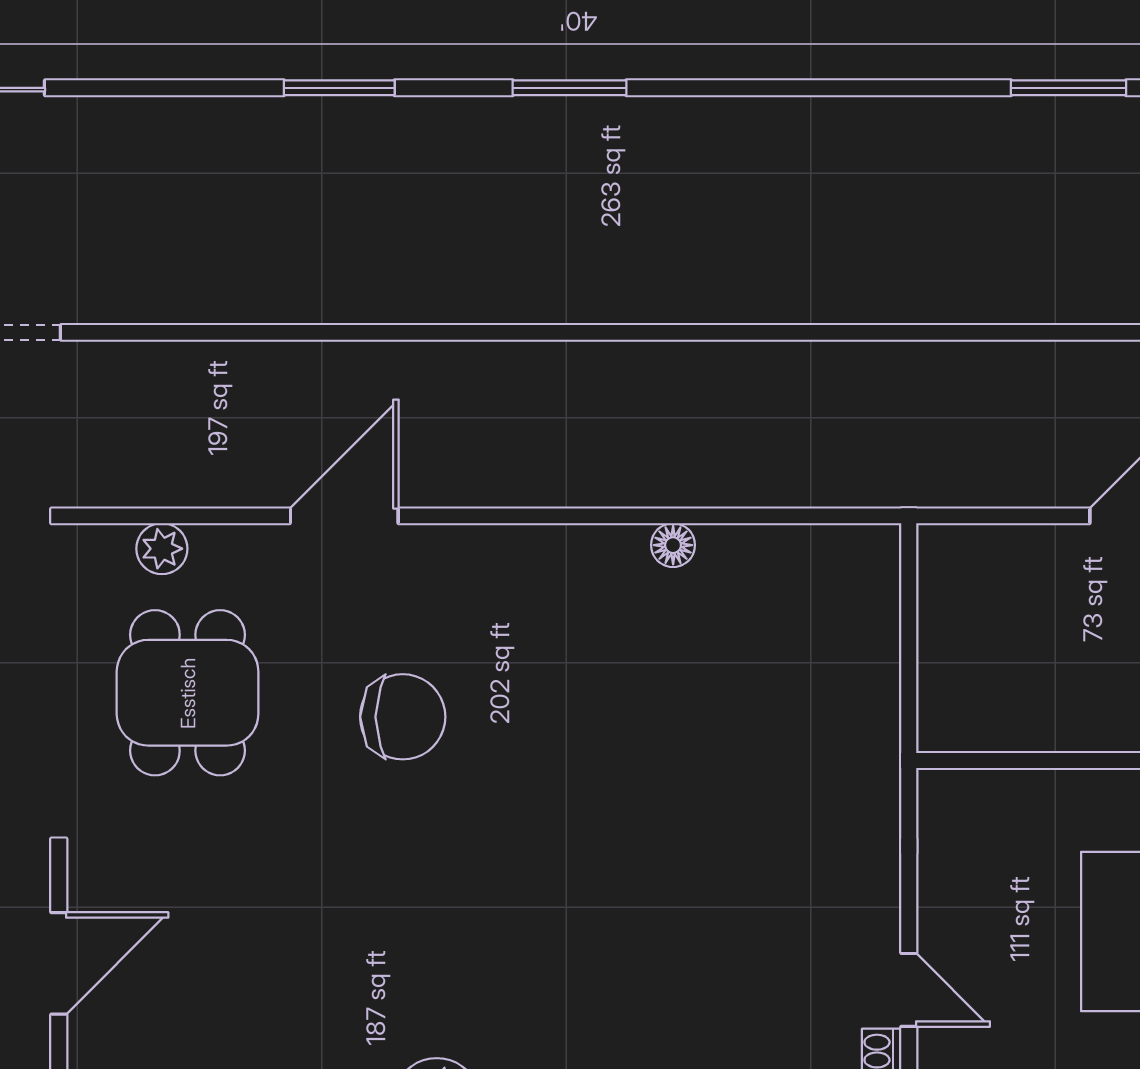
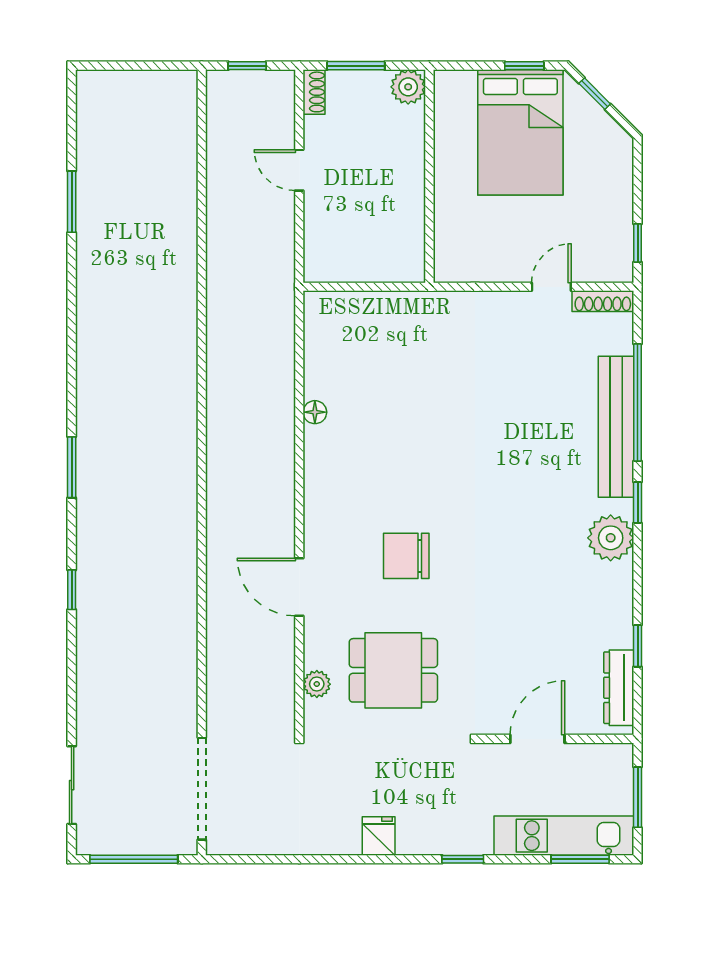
window: (339, 88) -> (72, 590), width x0.67
chair: (403, 717) -> (406, 556), turned -90
door: (59, 963) -> (537, 739), hinge flipped

